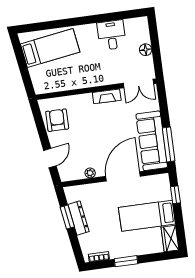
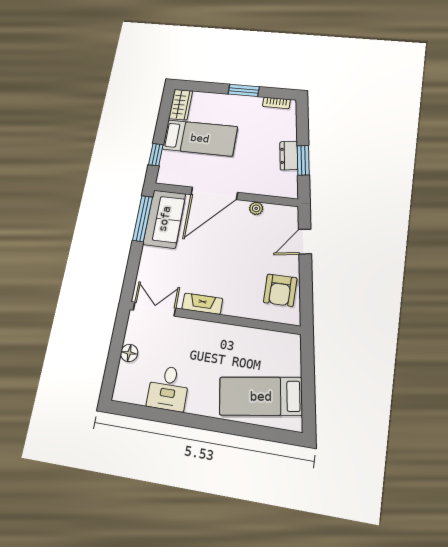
sofa: (152, 141) -> (164, 219), width x0.73
dresser: (78, 218) -> (289, 156), width x0.70

